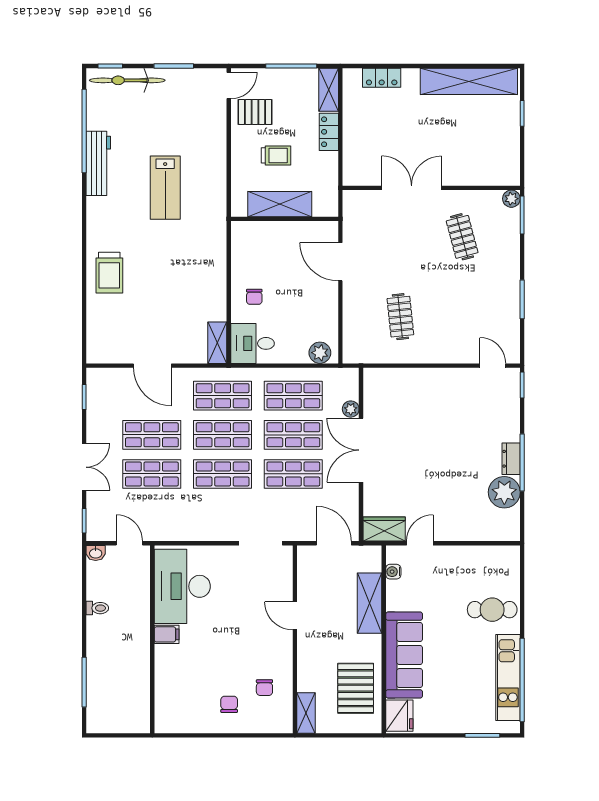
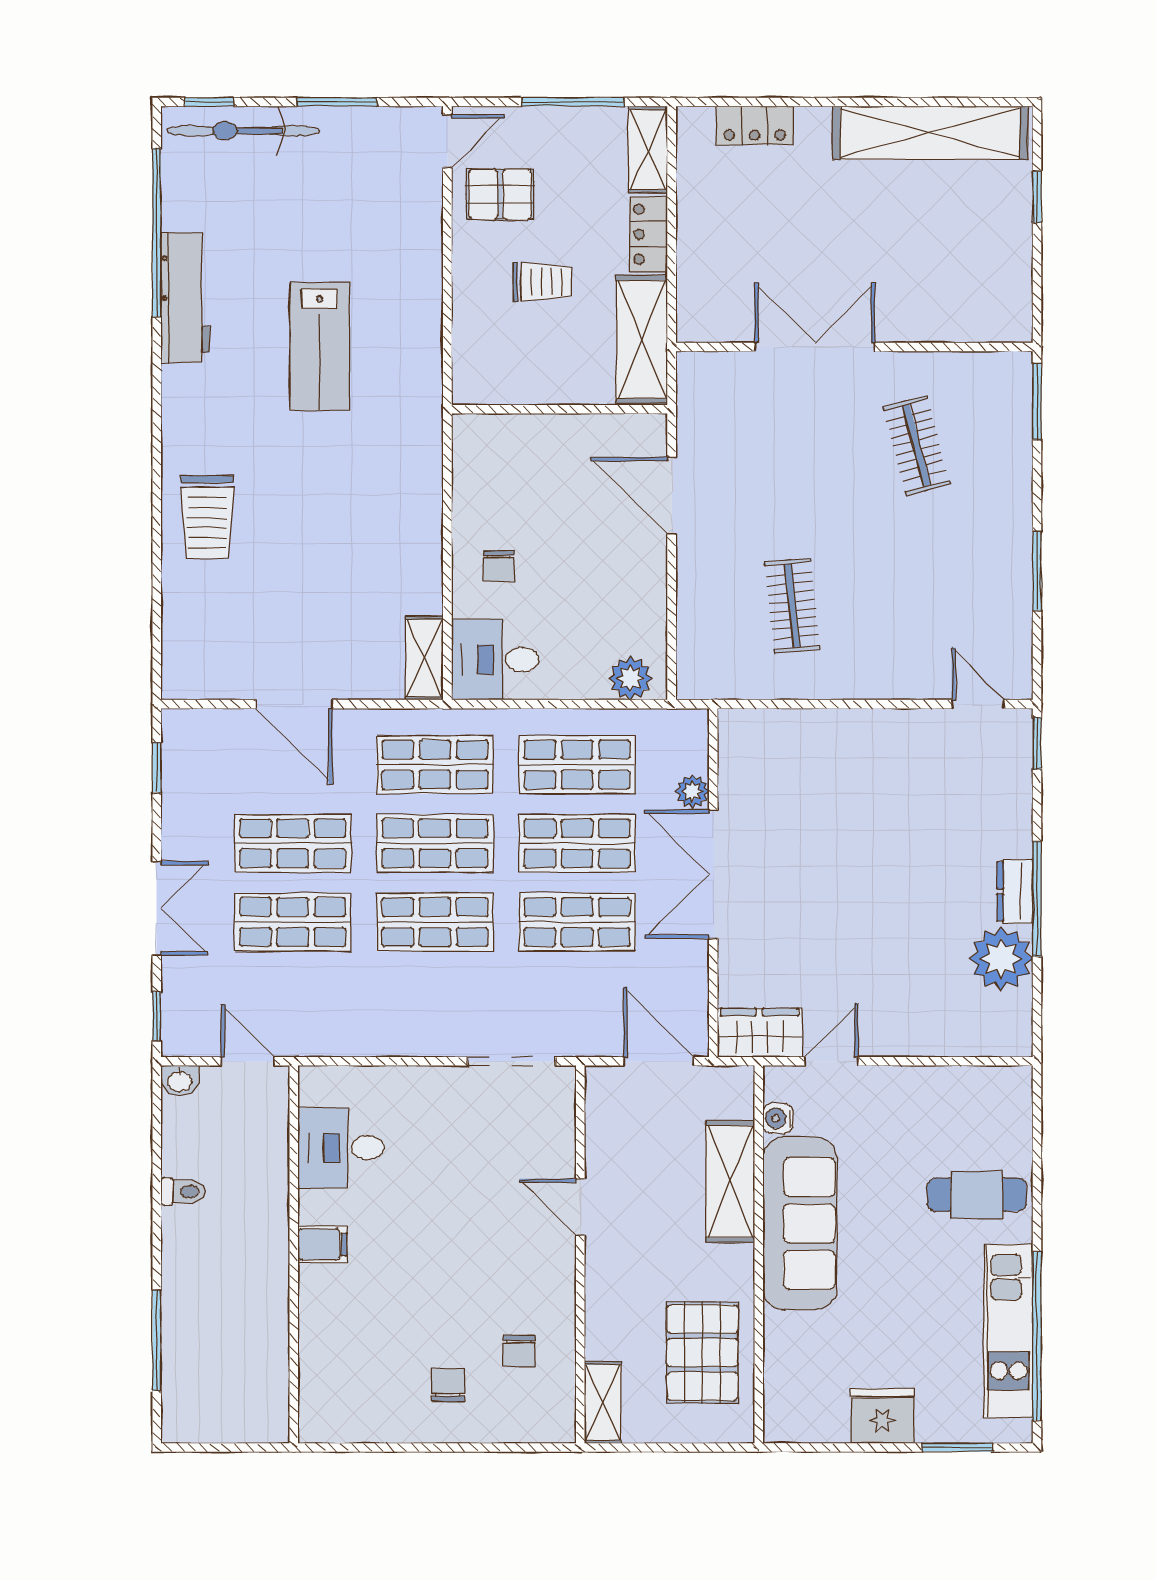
plant: (511, 199) -> (1015, 369), removed
shelving: (280, 204) -> (642, 339), moved, turned 90
desk: (182, 586) -> (341, 1148), width x0.53, depth x0.77
sofa: (404, 655) -> (800, 1223), moved
fridge: (399, 716) -> (883, 1416), moved, turned -90

